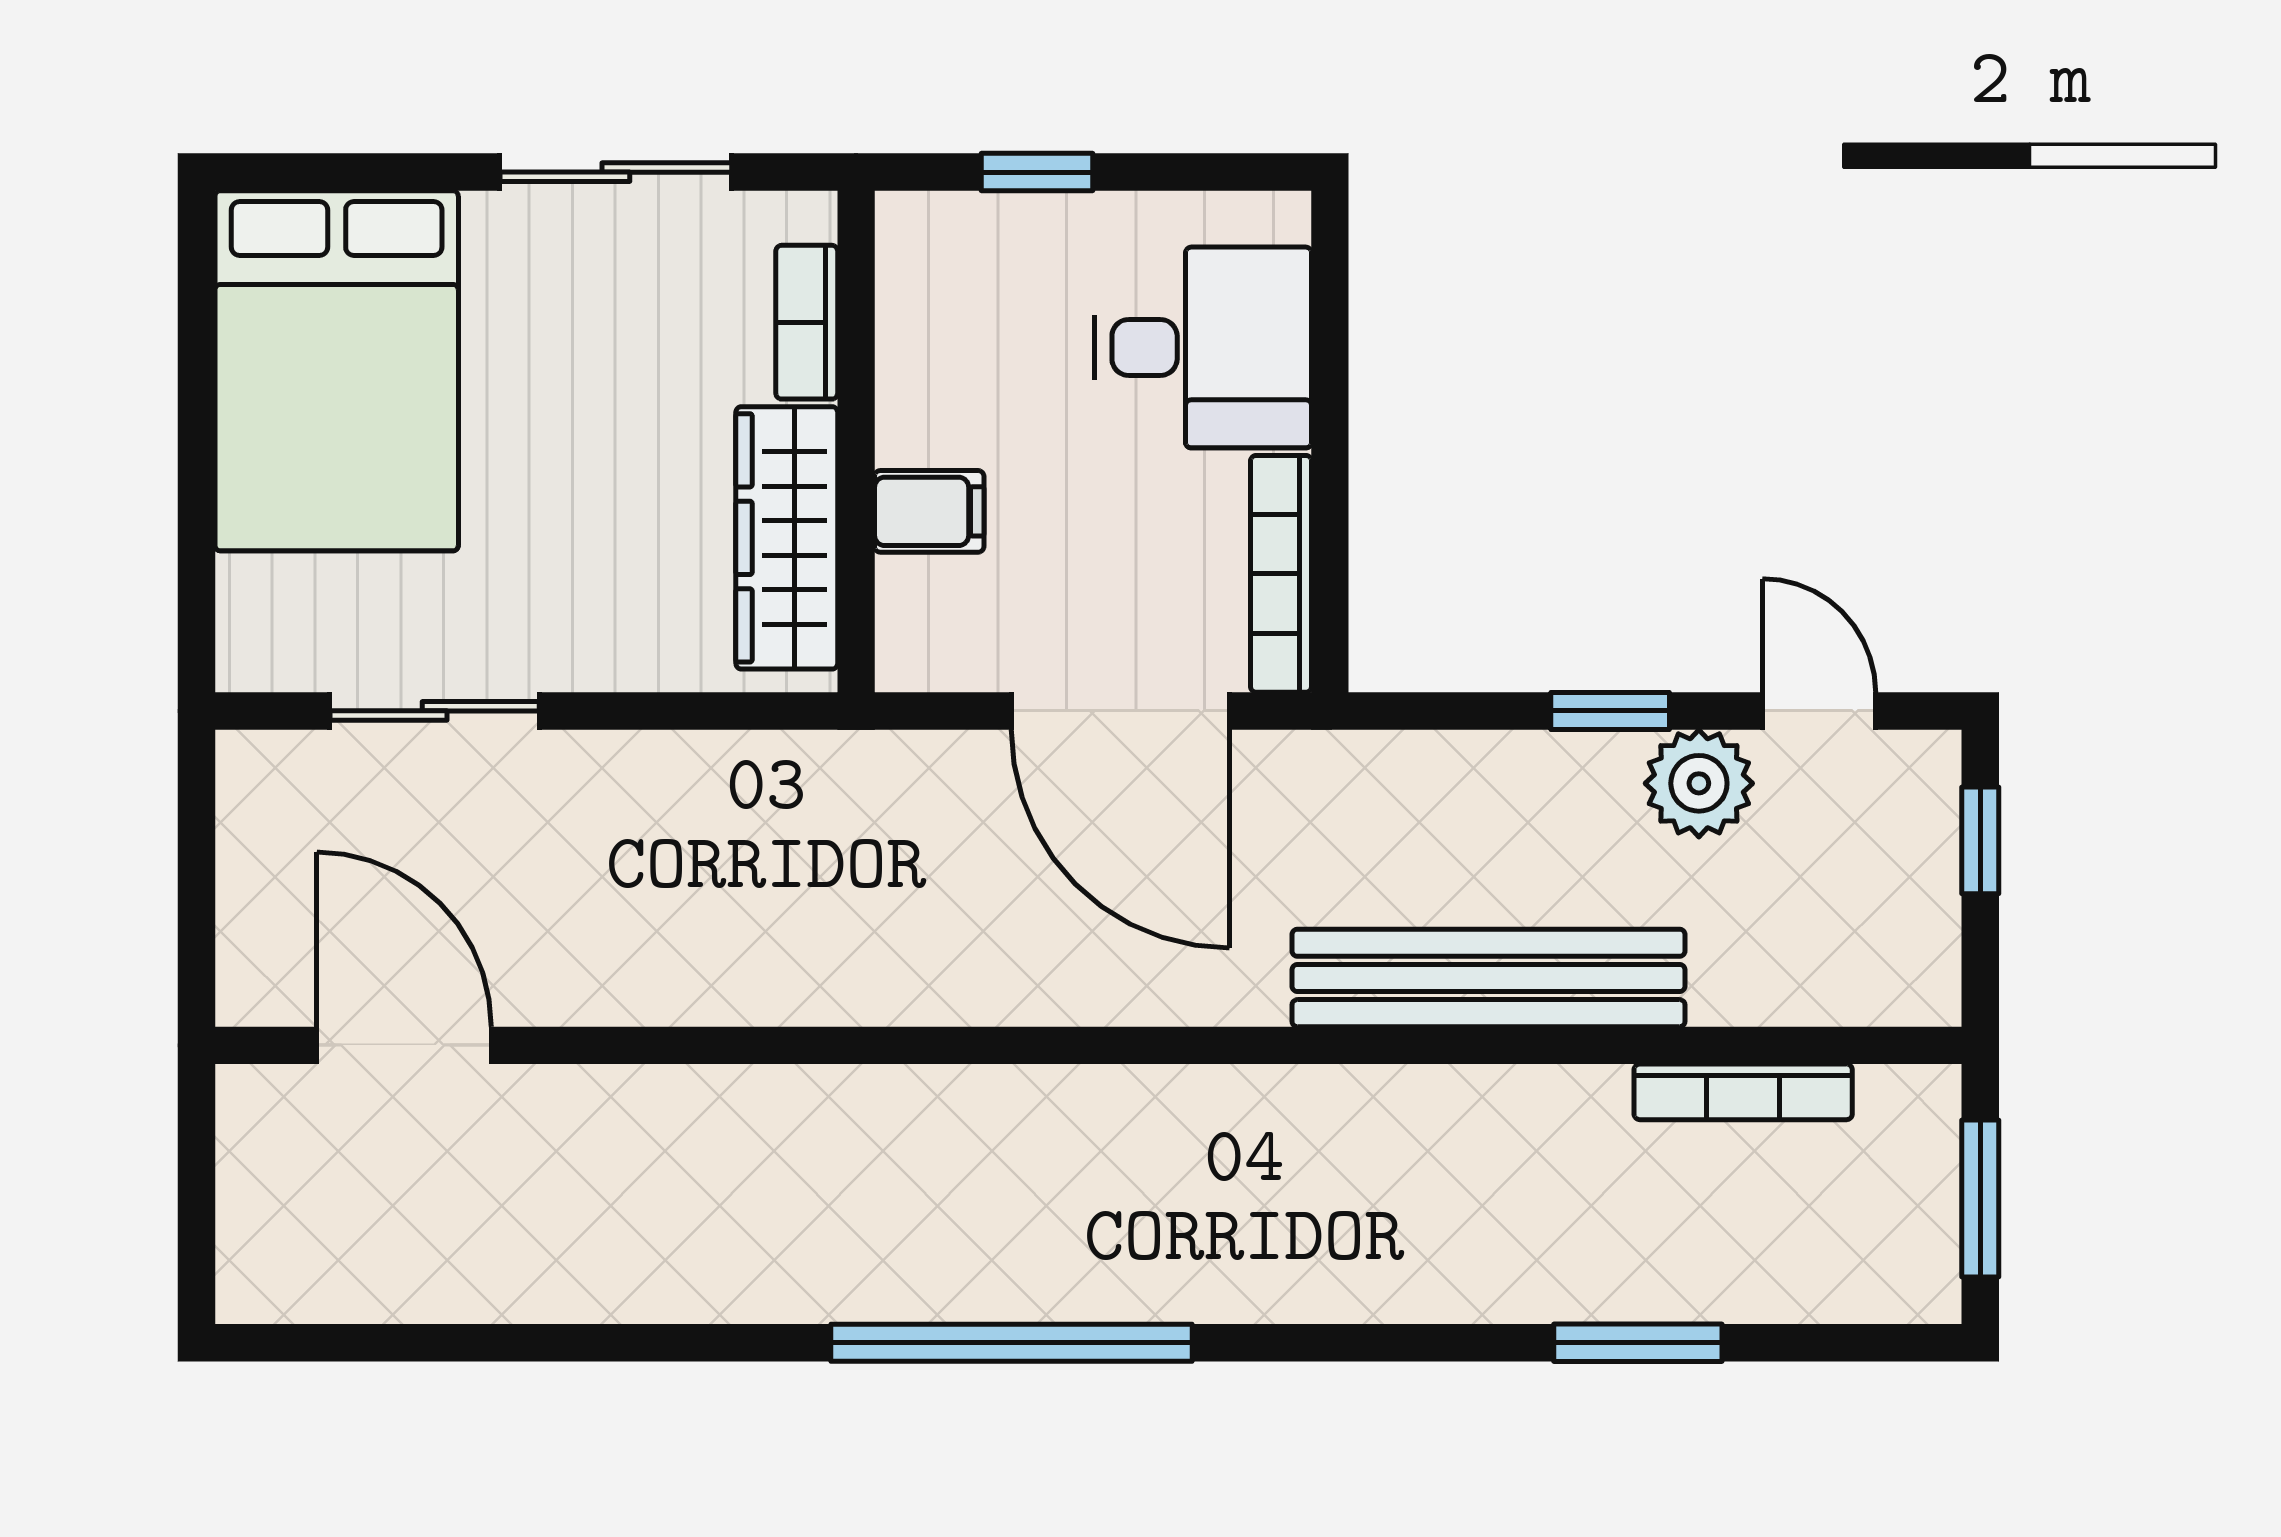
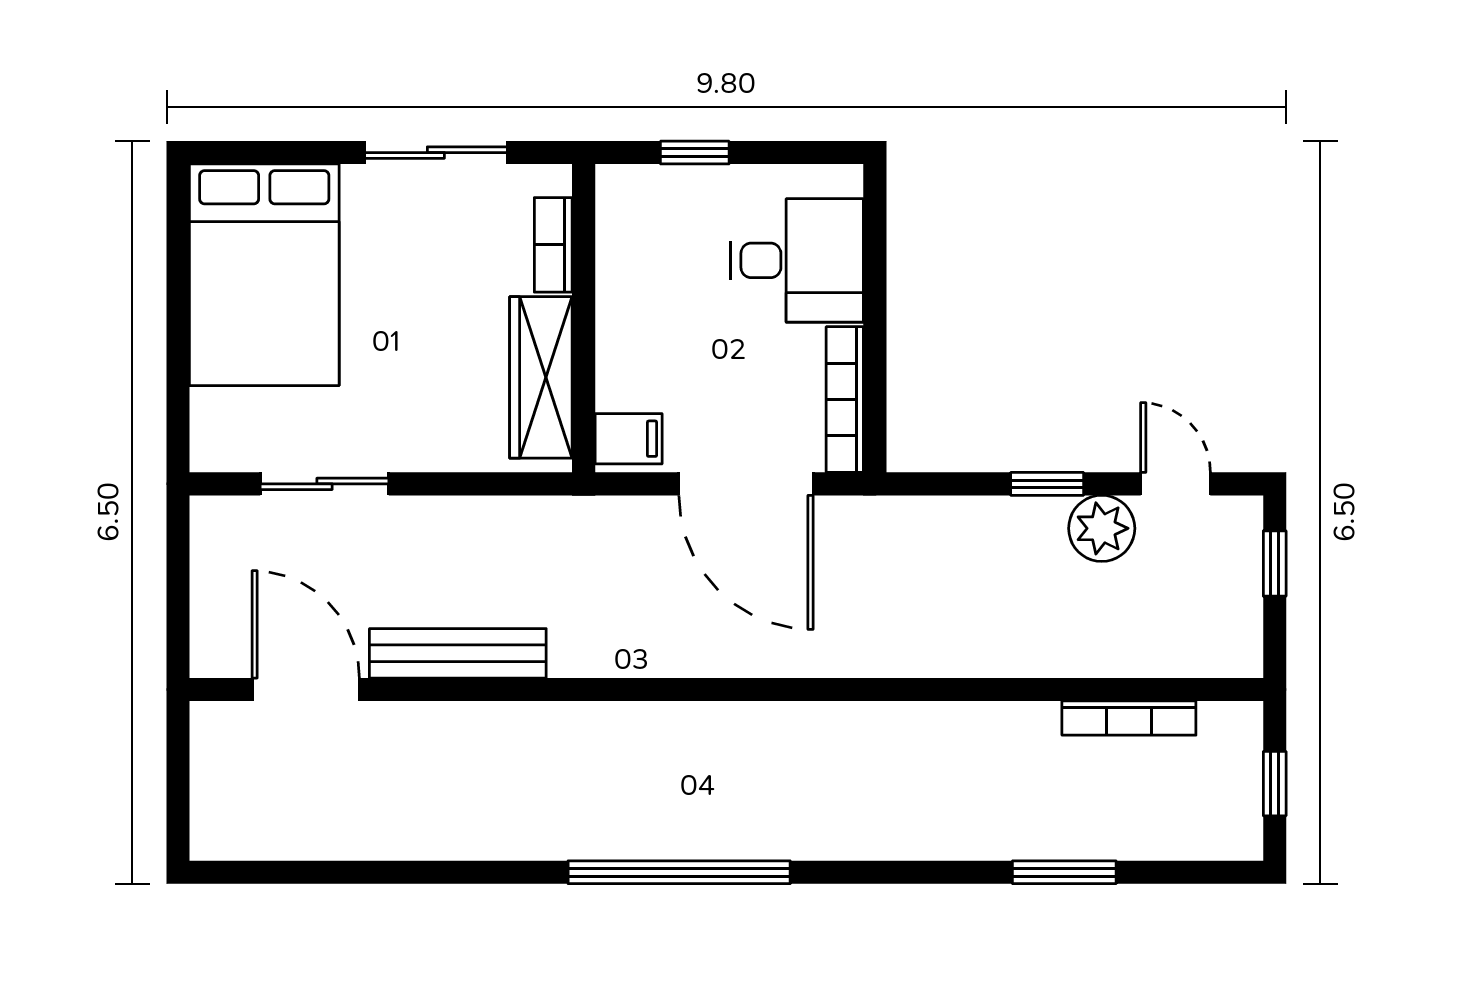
filing cabinet: (929, 511) -> (629, 439), moved
bench: (1489, 978) -> (458, 653), moved, width x0.73, depth x0.82
window: (1980, 1199) -> (1275, 784), width x0.67

